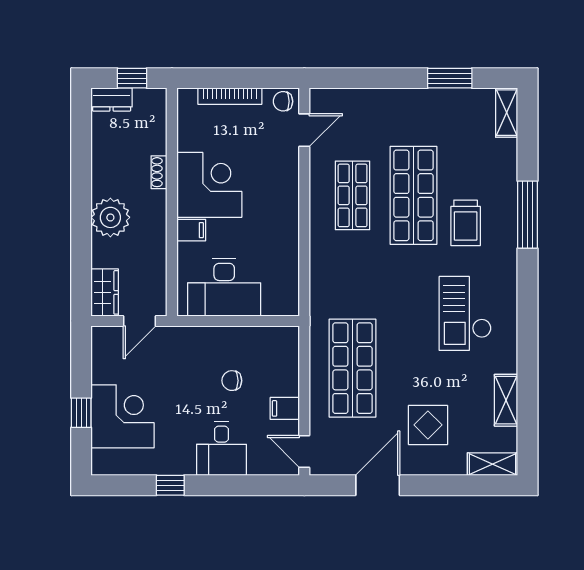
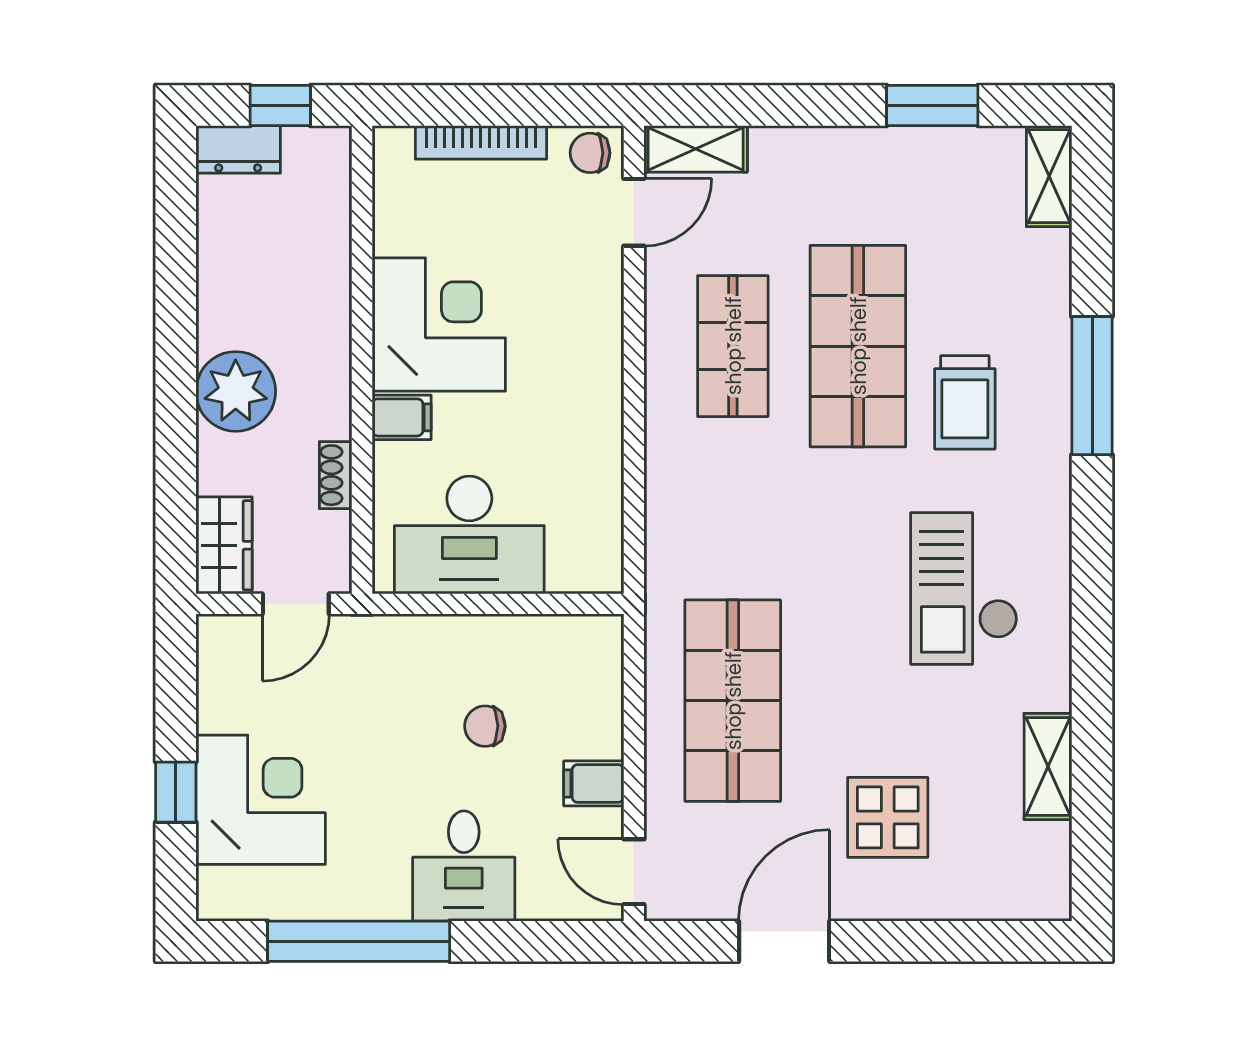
shoe rack: (159, 172) -> (336, 475), moved
shelving: (493, 464) -> (696, 149), moved
window: (170, 485) -> (359, 941), width x3.17

